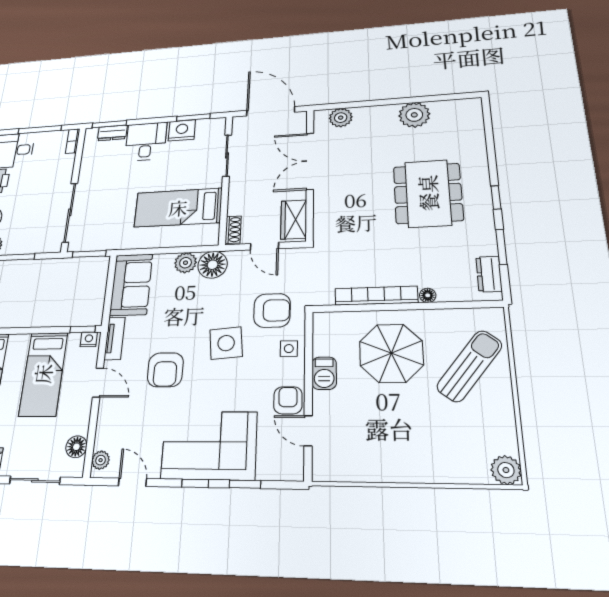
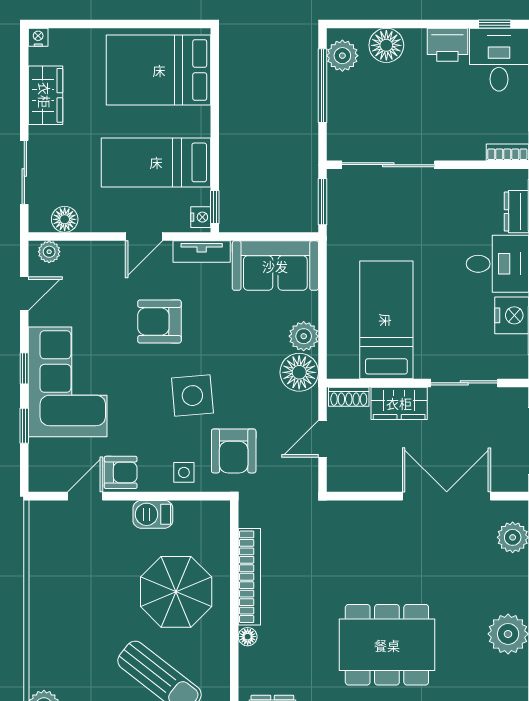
wardrobe: (294, 220) -> (399, 403), moved, turned 180

